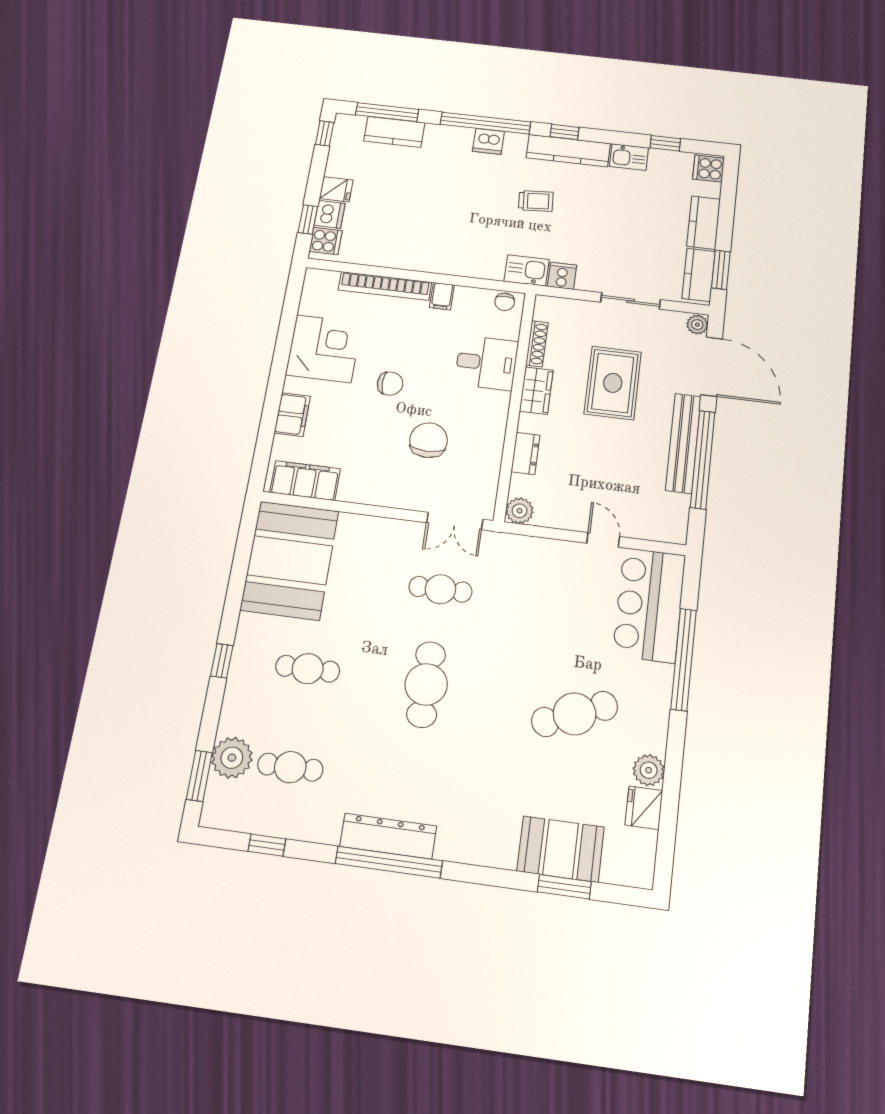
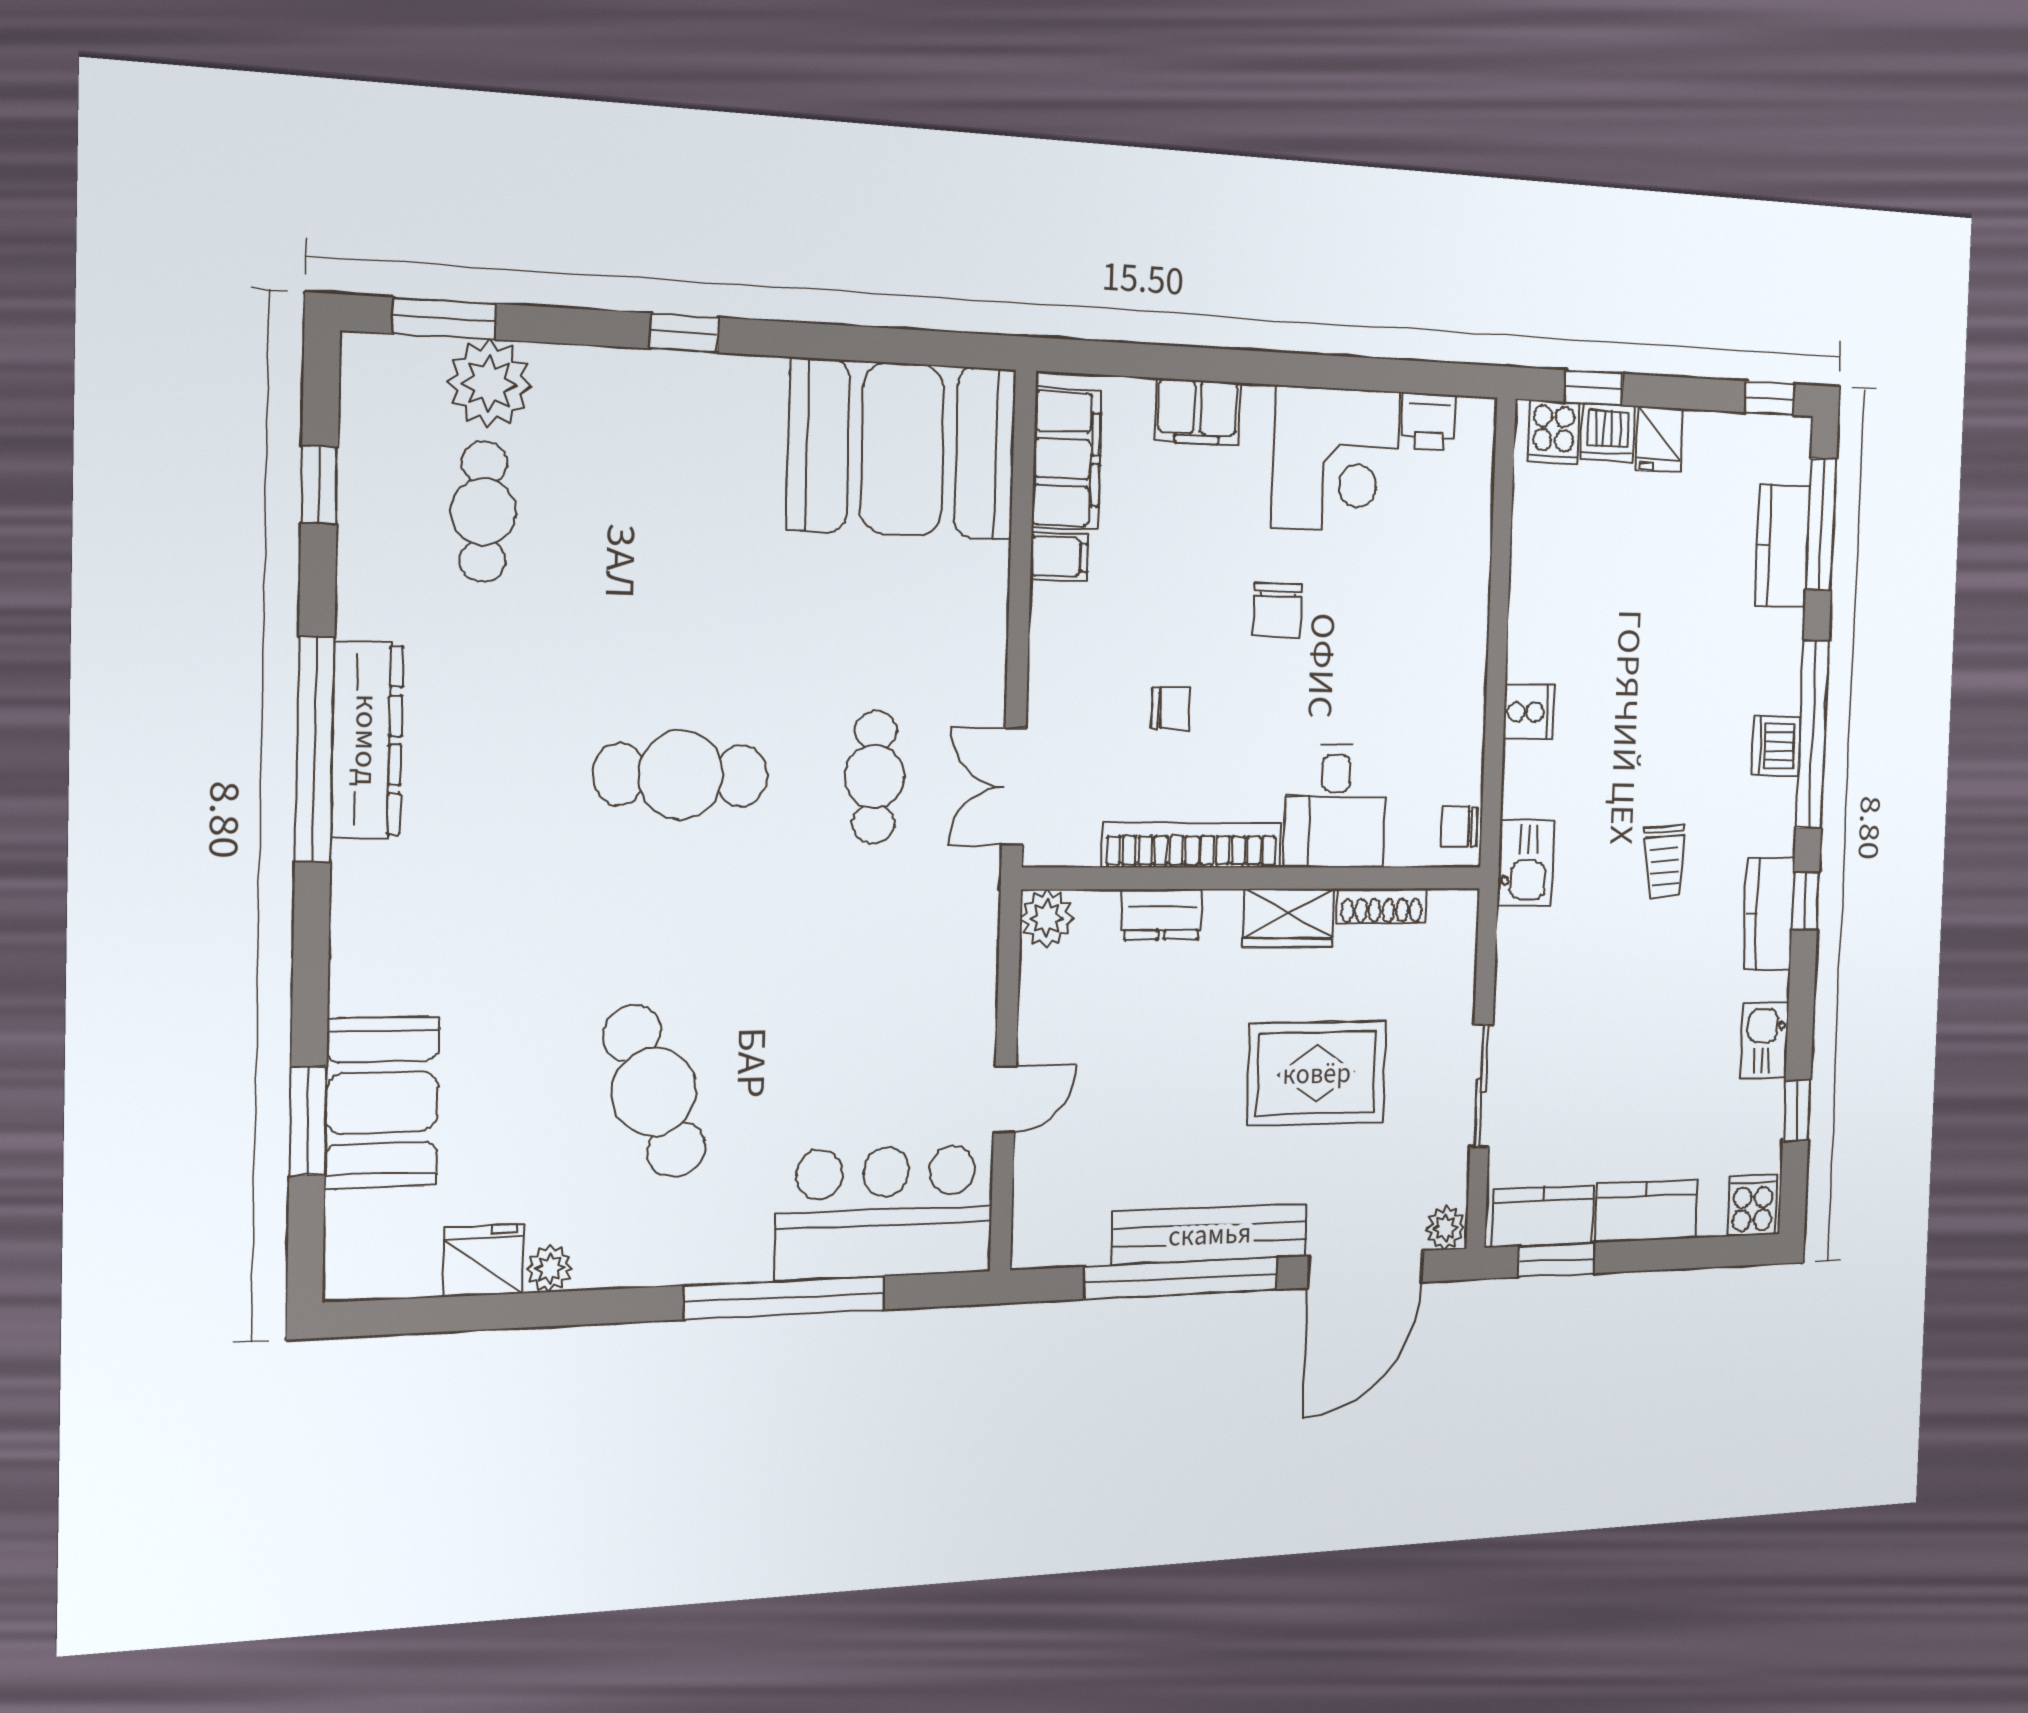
kitchen counter: (568, 151) -> (1769, 914), width x0.67
cooker: (562, 276) -> (1529, 712), moved
bookcase: (385, 286) -> (1192, 845), moved, turned 90
filing cabinet: (442, 296) -> (1059, 557), moved, turned 180
printer: (312, 302) -> (1429, 421), added
chair: (429, 440) -> (1171, 708), width x0.54, depth x0.54
cafe table: (308, 669) -> (687, 520), removed
plant: (649, 770) -> (550, 1268), width x0.73, depth x0.73

